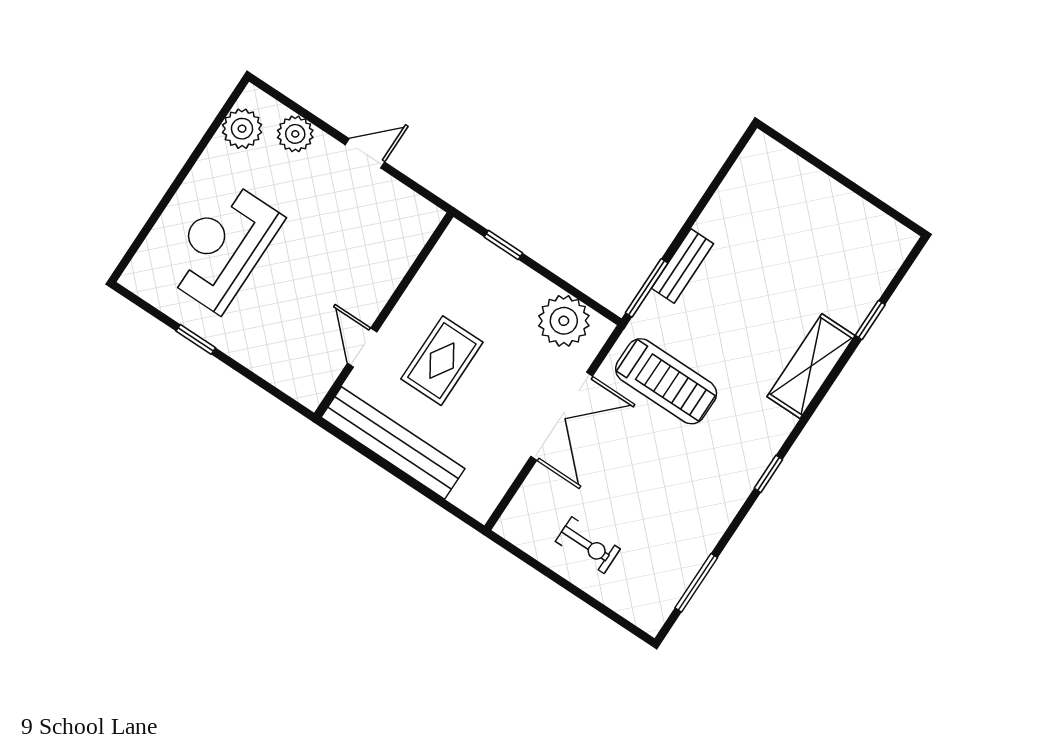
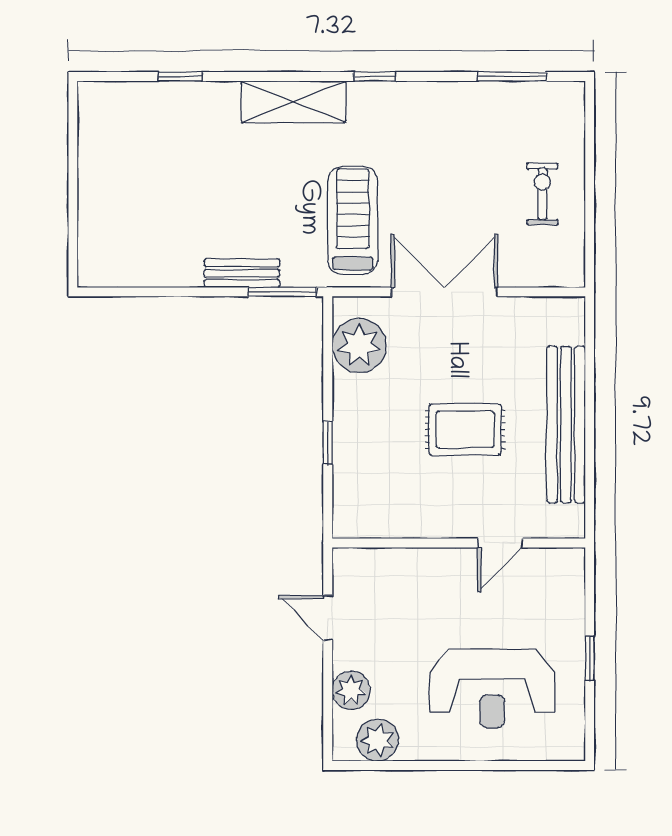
wall: (384, 315) -> (459, 543), moved
door: (362, 347) -> (500, 543), moved
shelving: (811, 366) -> (294, 102), moved

